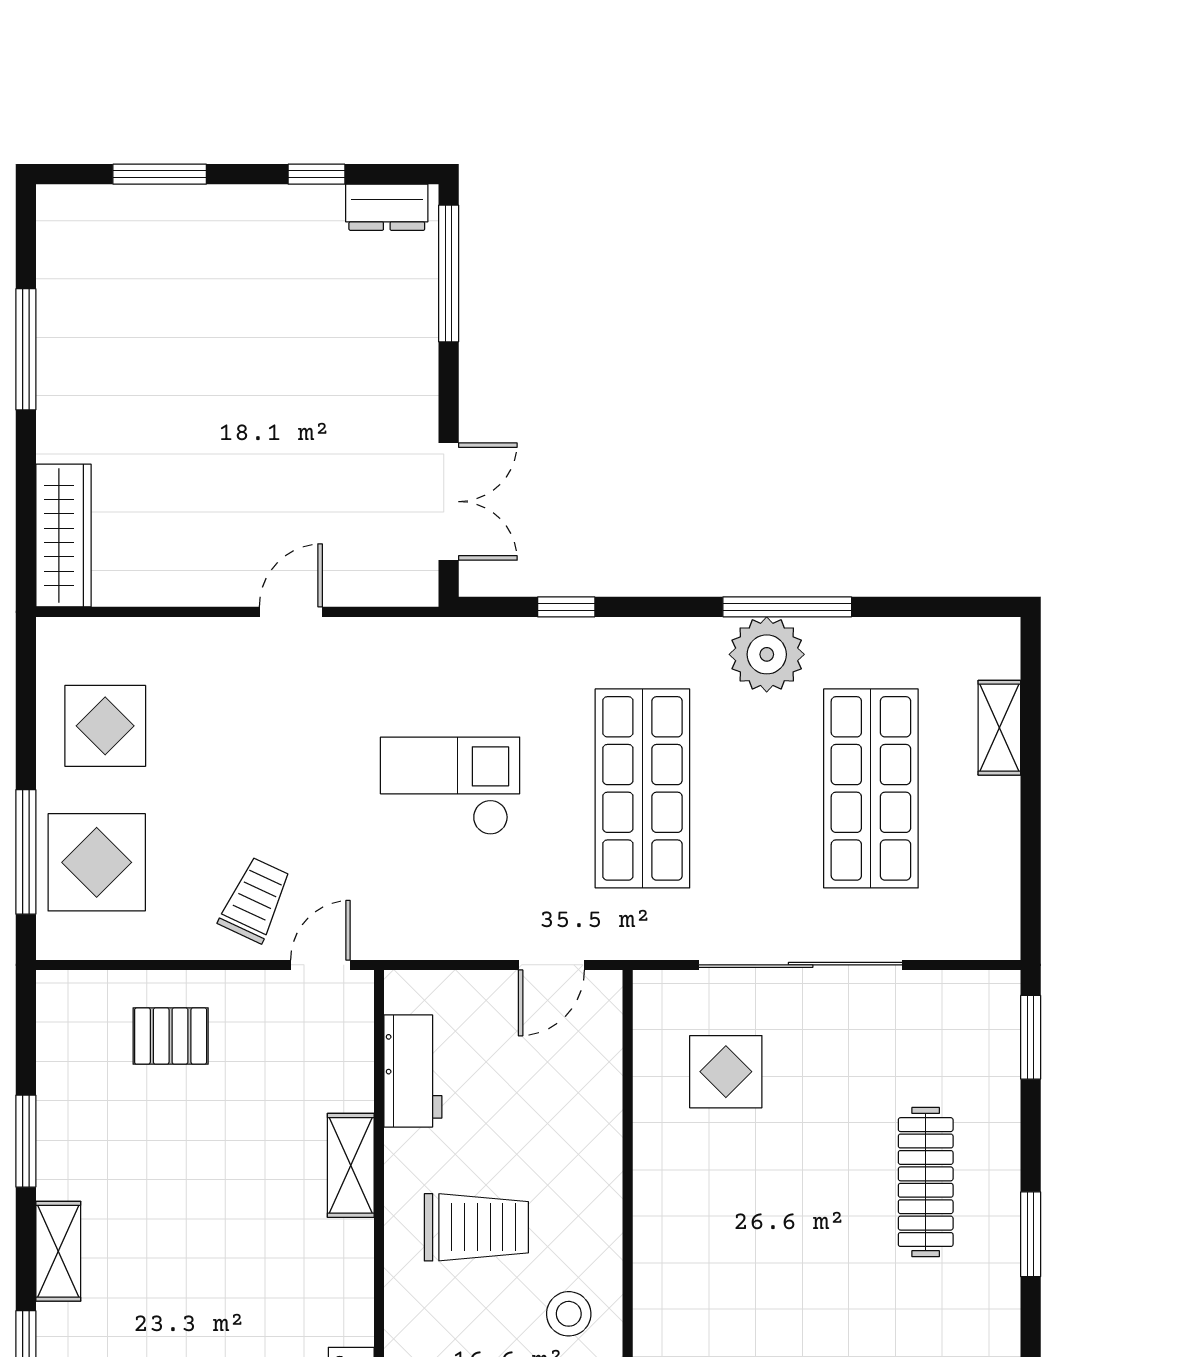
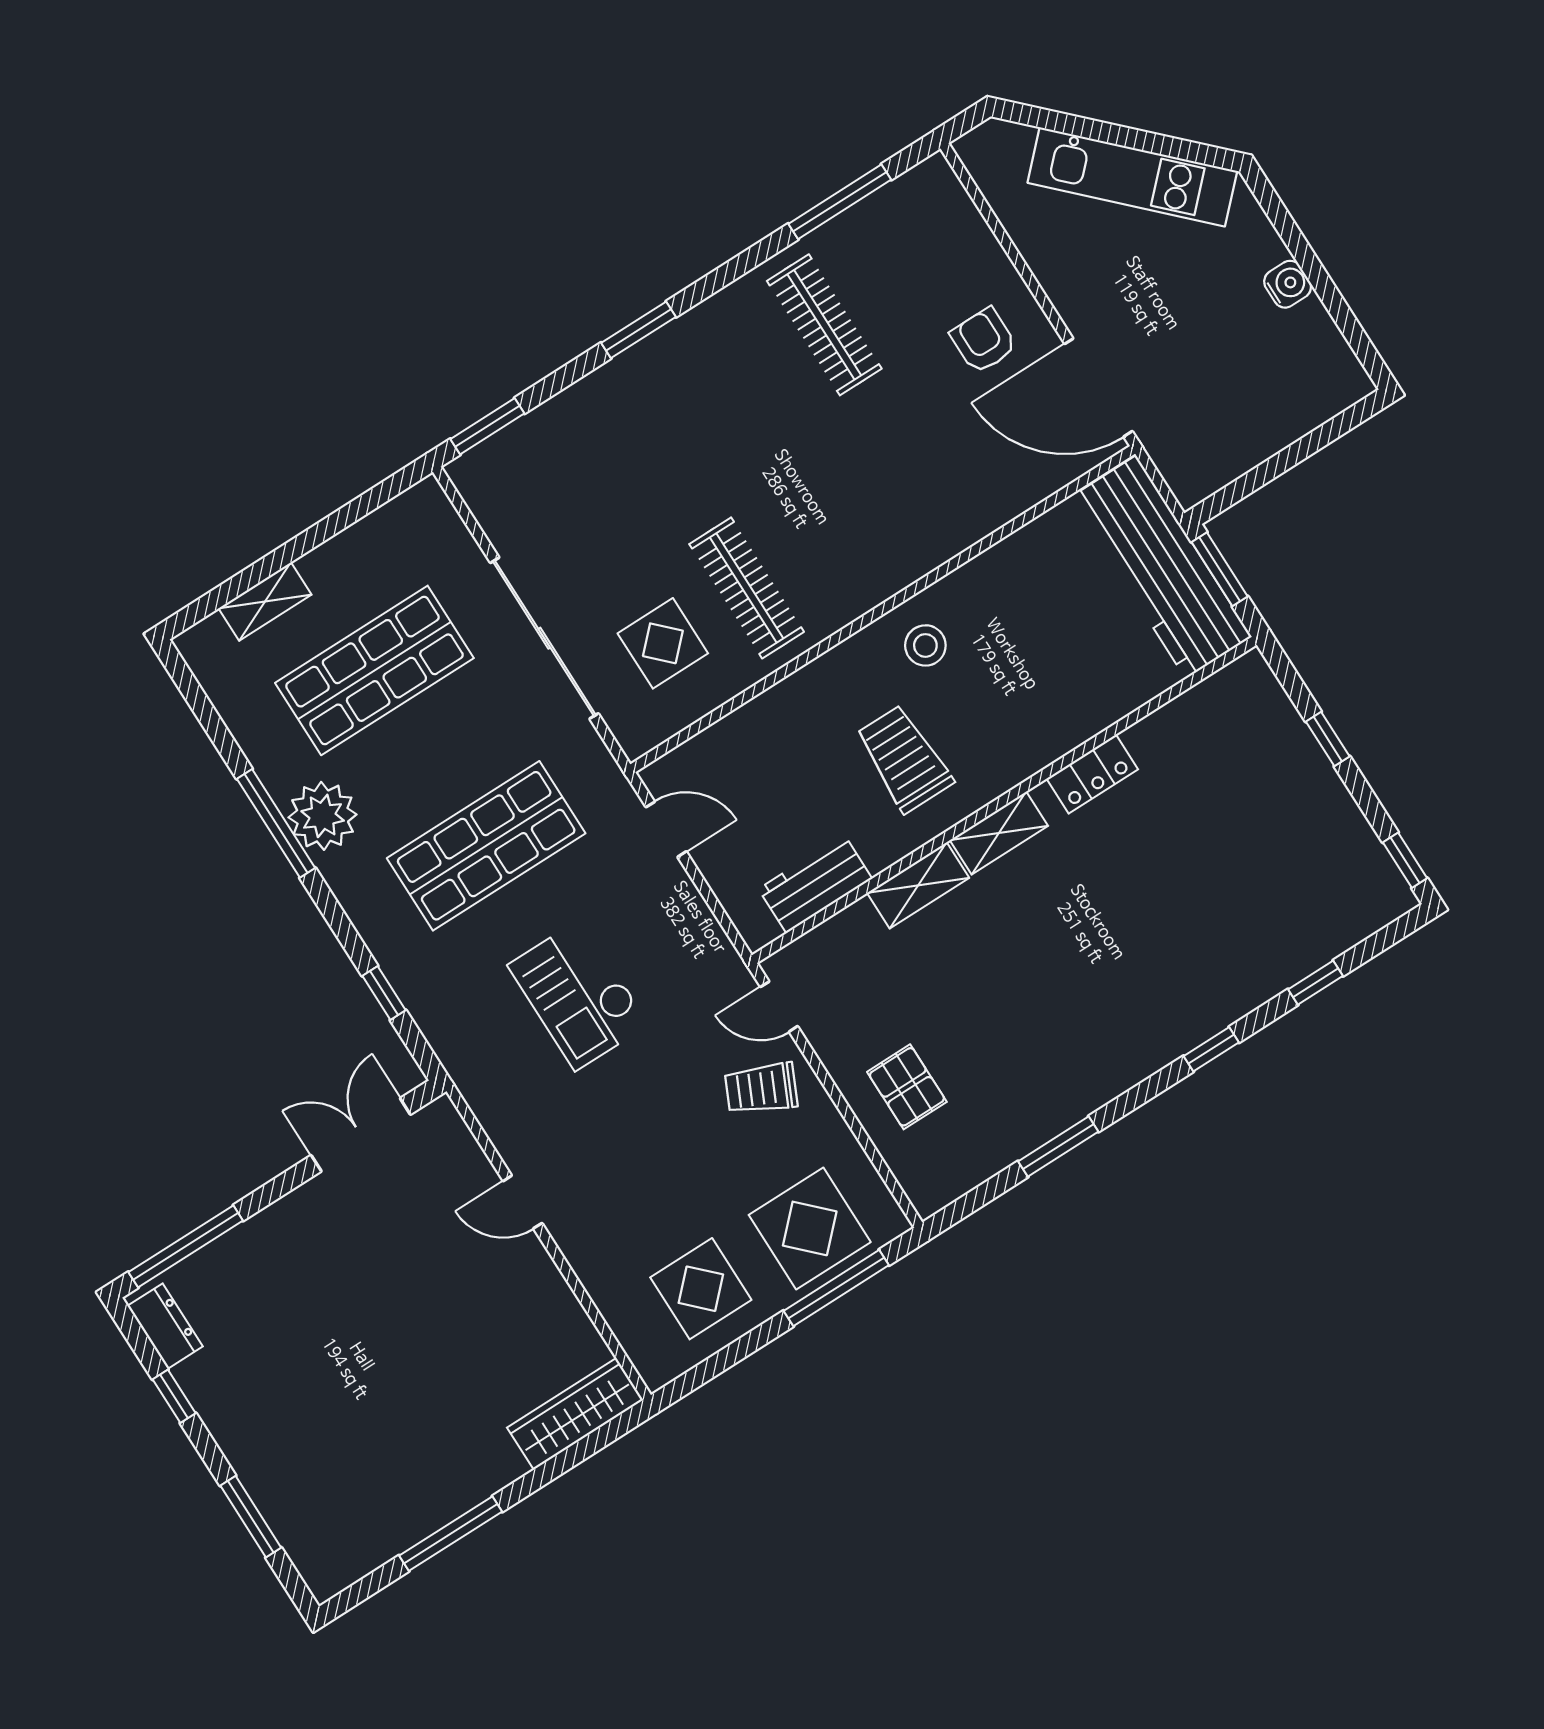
clothes rail: (926, 1182) -> (747, 588), moved, turned 90
shelving: (58, 1251) -> (999, 833), moved

